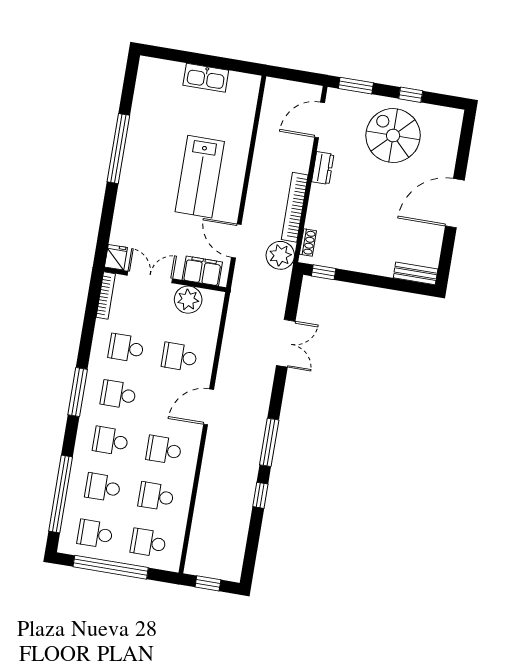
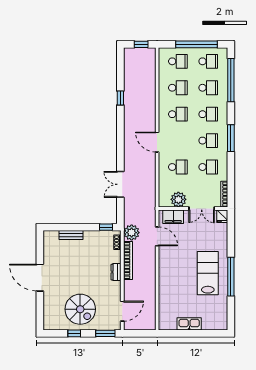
dresser: (323, 168) -> (116, 272), moved
lab bench: (200, 177) -> (208, 273), moved
door: (455, 203) -> (40, 278), swing flipped
bench: (416, 273) -> (71, 235), moved
door: (209, 407) -> (157, 142), swing flipped
window: (269, 442) -> (120, 128), removed

